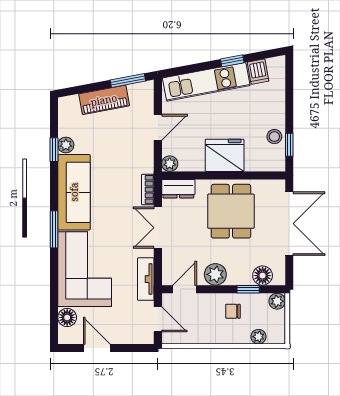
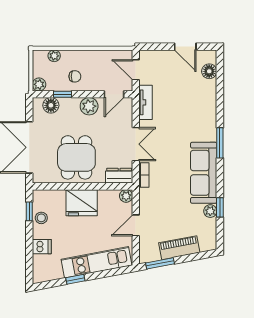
dishwasher: (258, 72) -> (42, 247), moved, turned 101
corner sofa: (85, 269) -> (195, 110), removed

